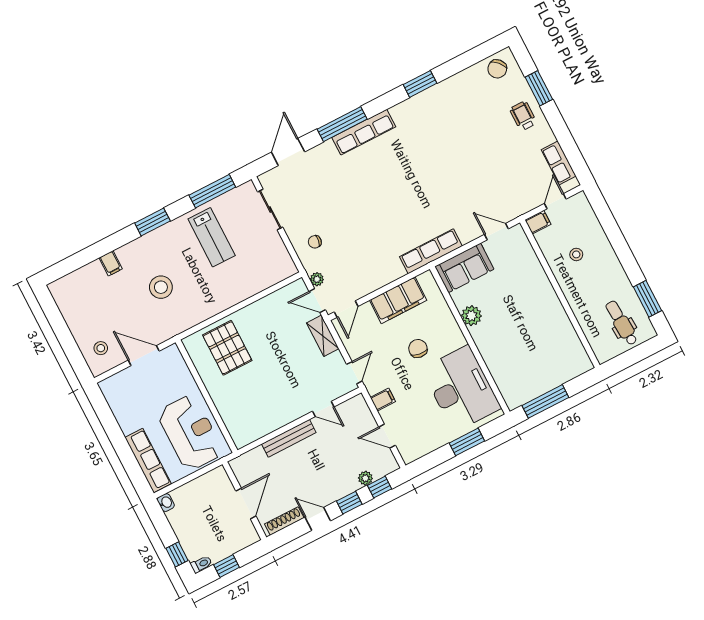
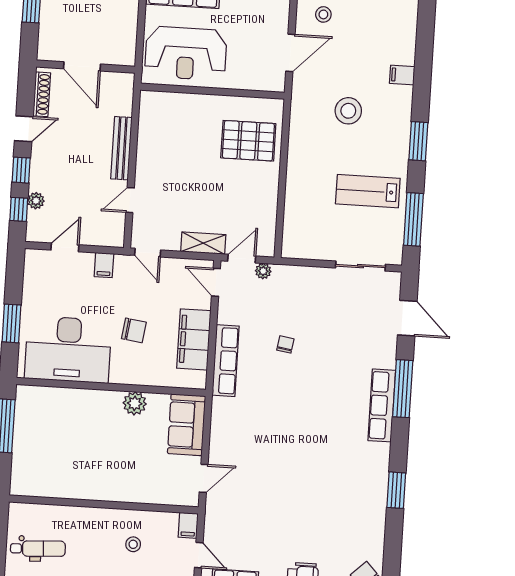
chair: (315, 242) -> (285, 344), moved
row of seats: (431, 251) -> (226, 361), moved

